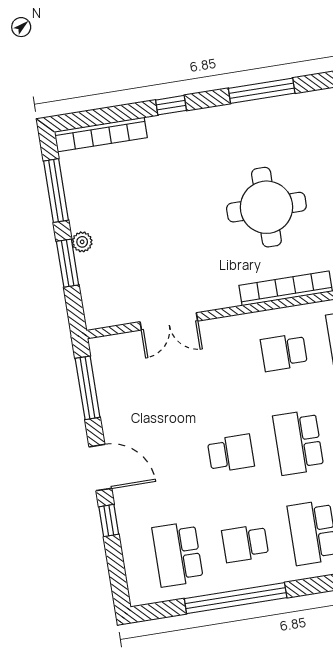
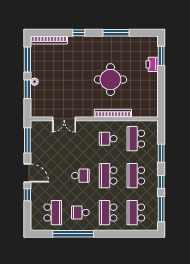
school desk: (178, 554) -> (53, 213), turned 180

